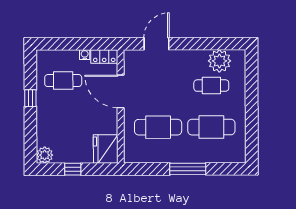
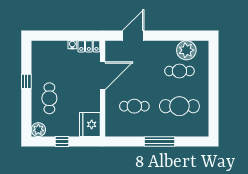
cafe table: (63, 81) -> (49, 98), moved, turned 90
door: (121, 91) -> (103, 76), swing flipped
cafe table: (158, 127) -> (134, 106), width x0.73, depth x0.74

